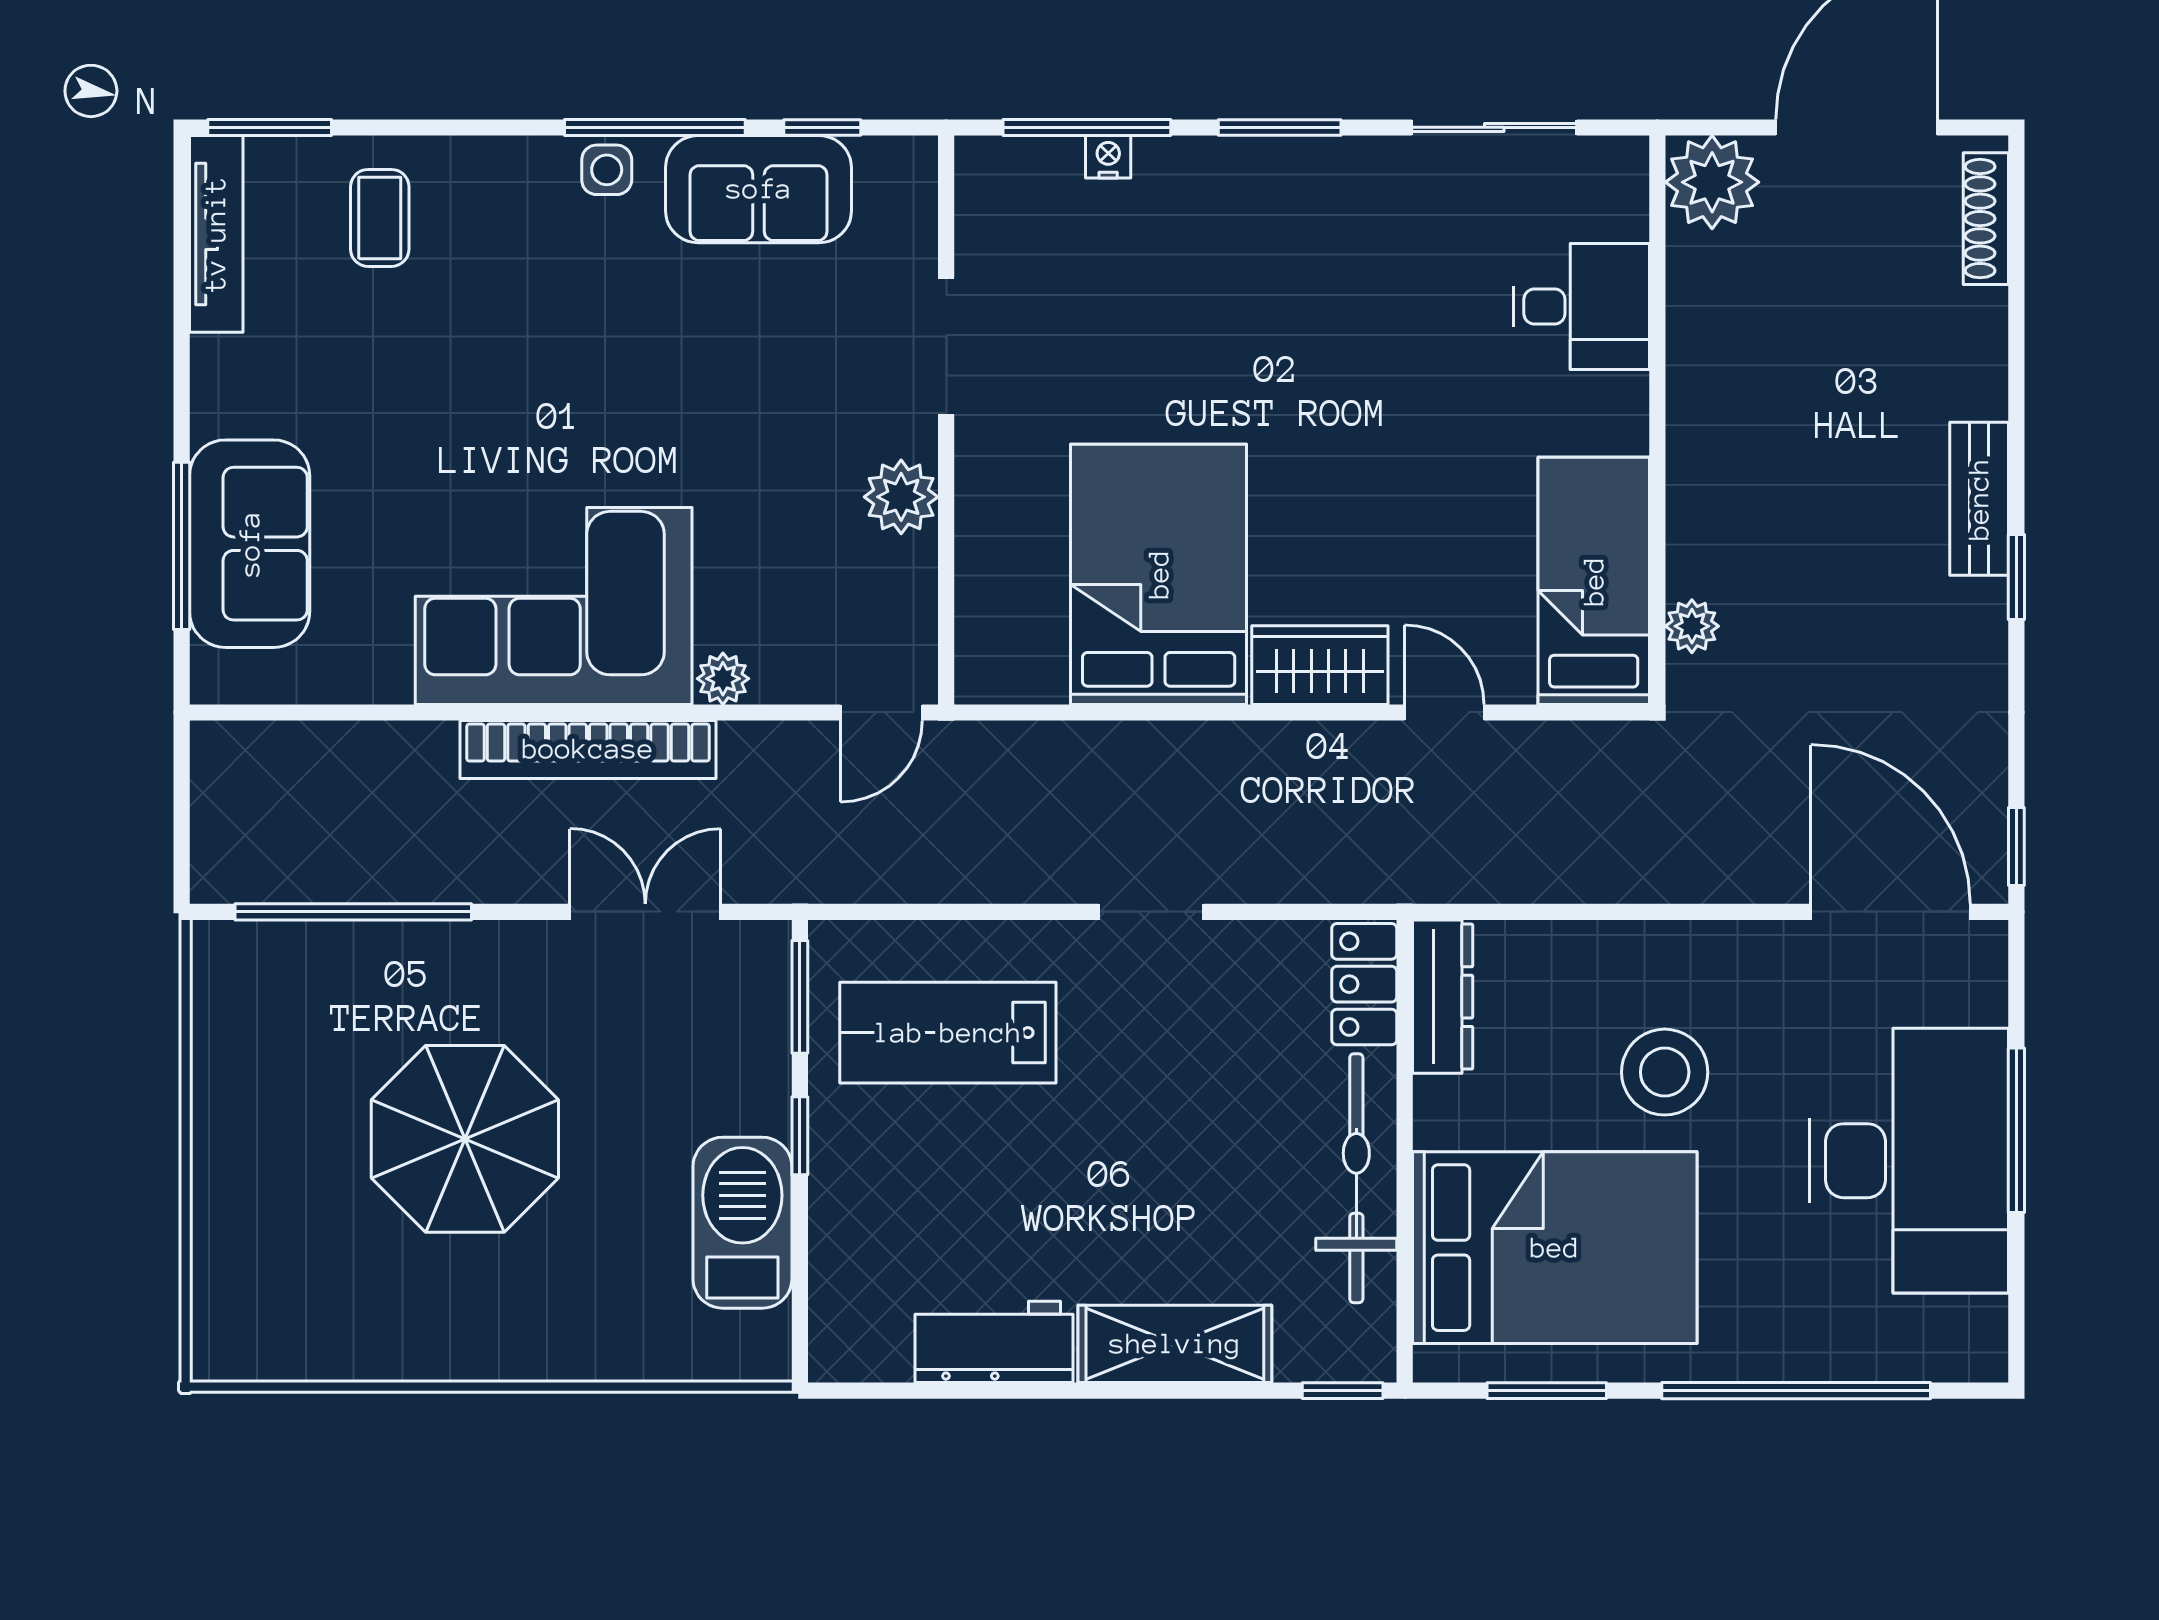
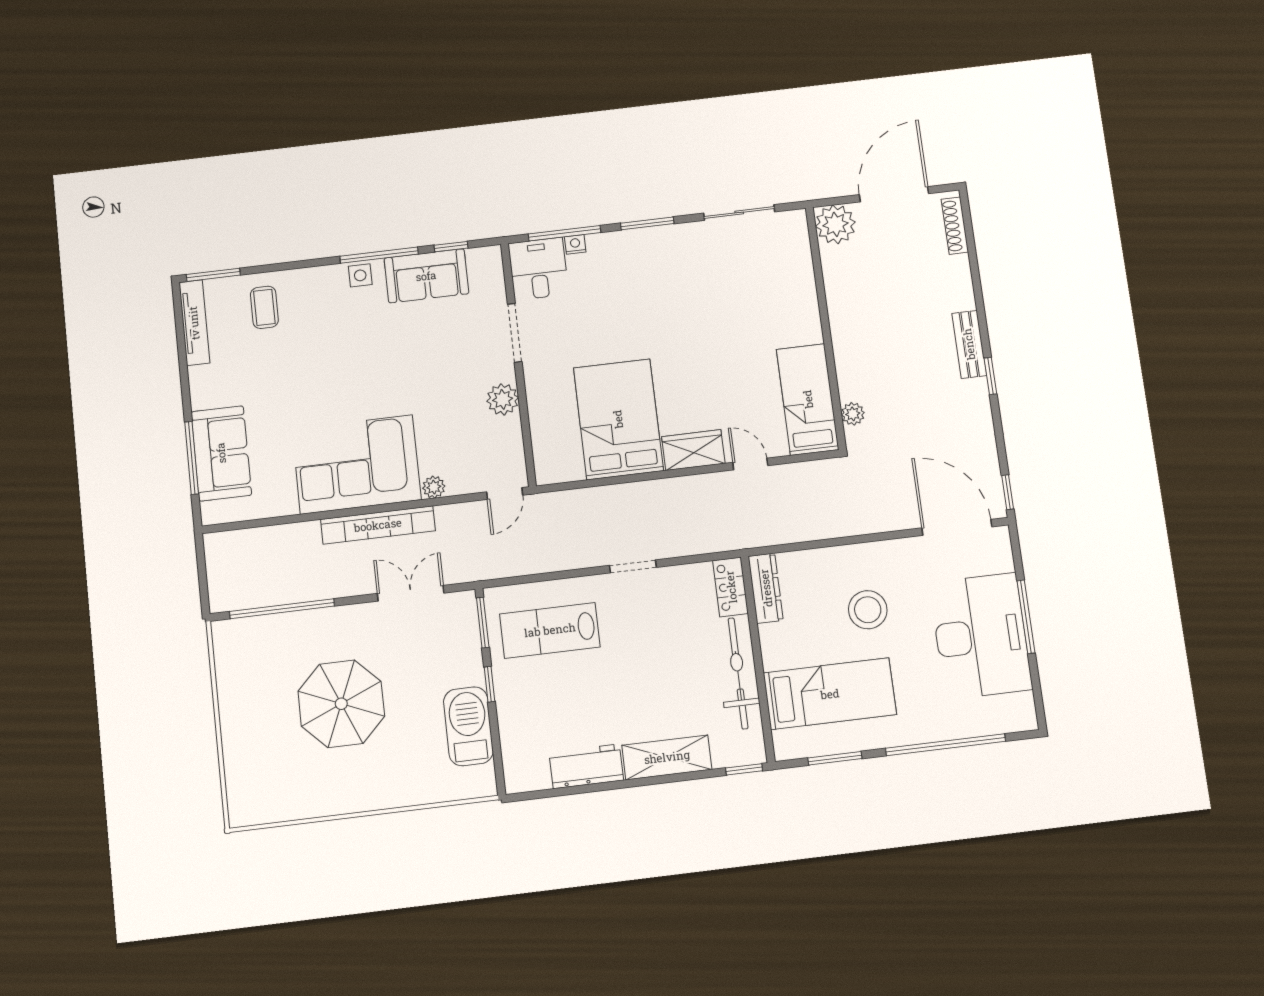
desk: (1581, 307) -> (538, 269), moved, turned -90
bed: (1555, 1248) -> (830, 694), width x0.67

